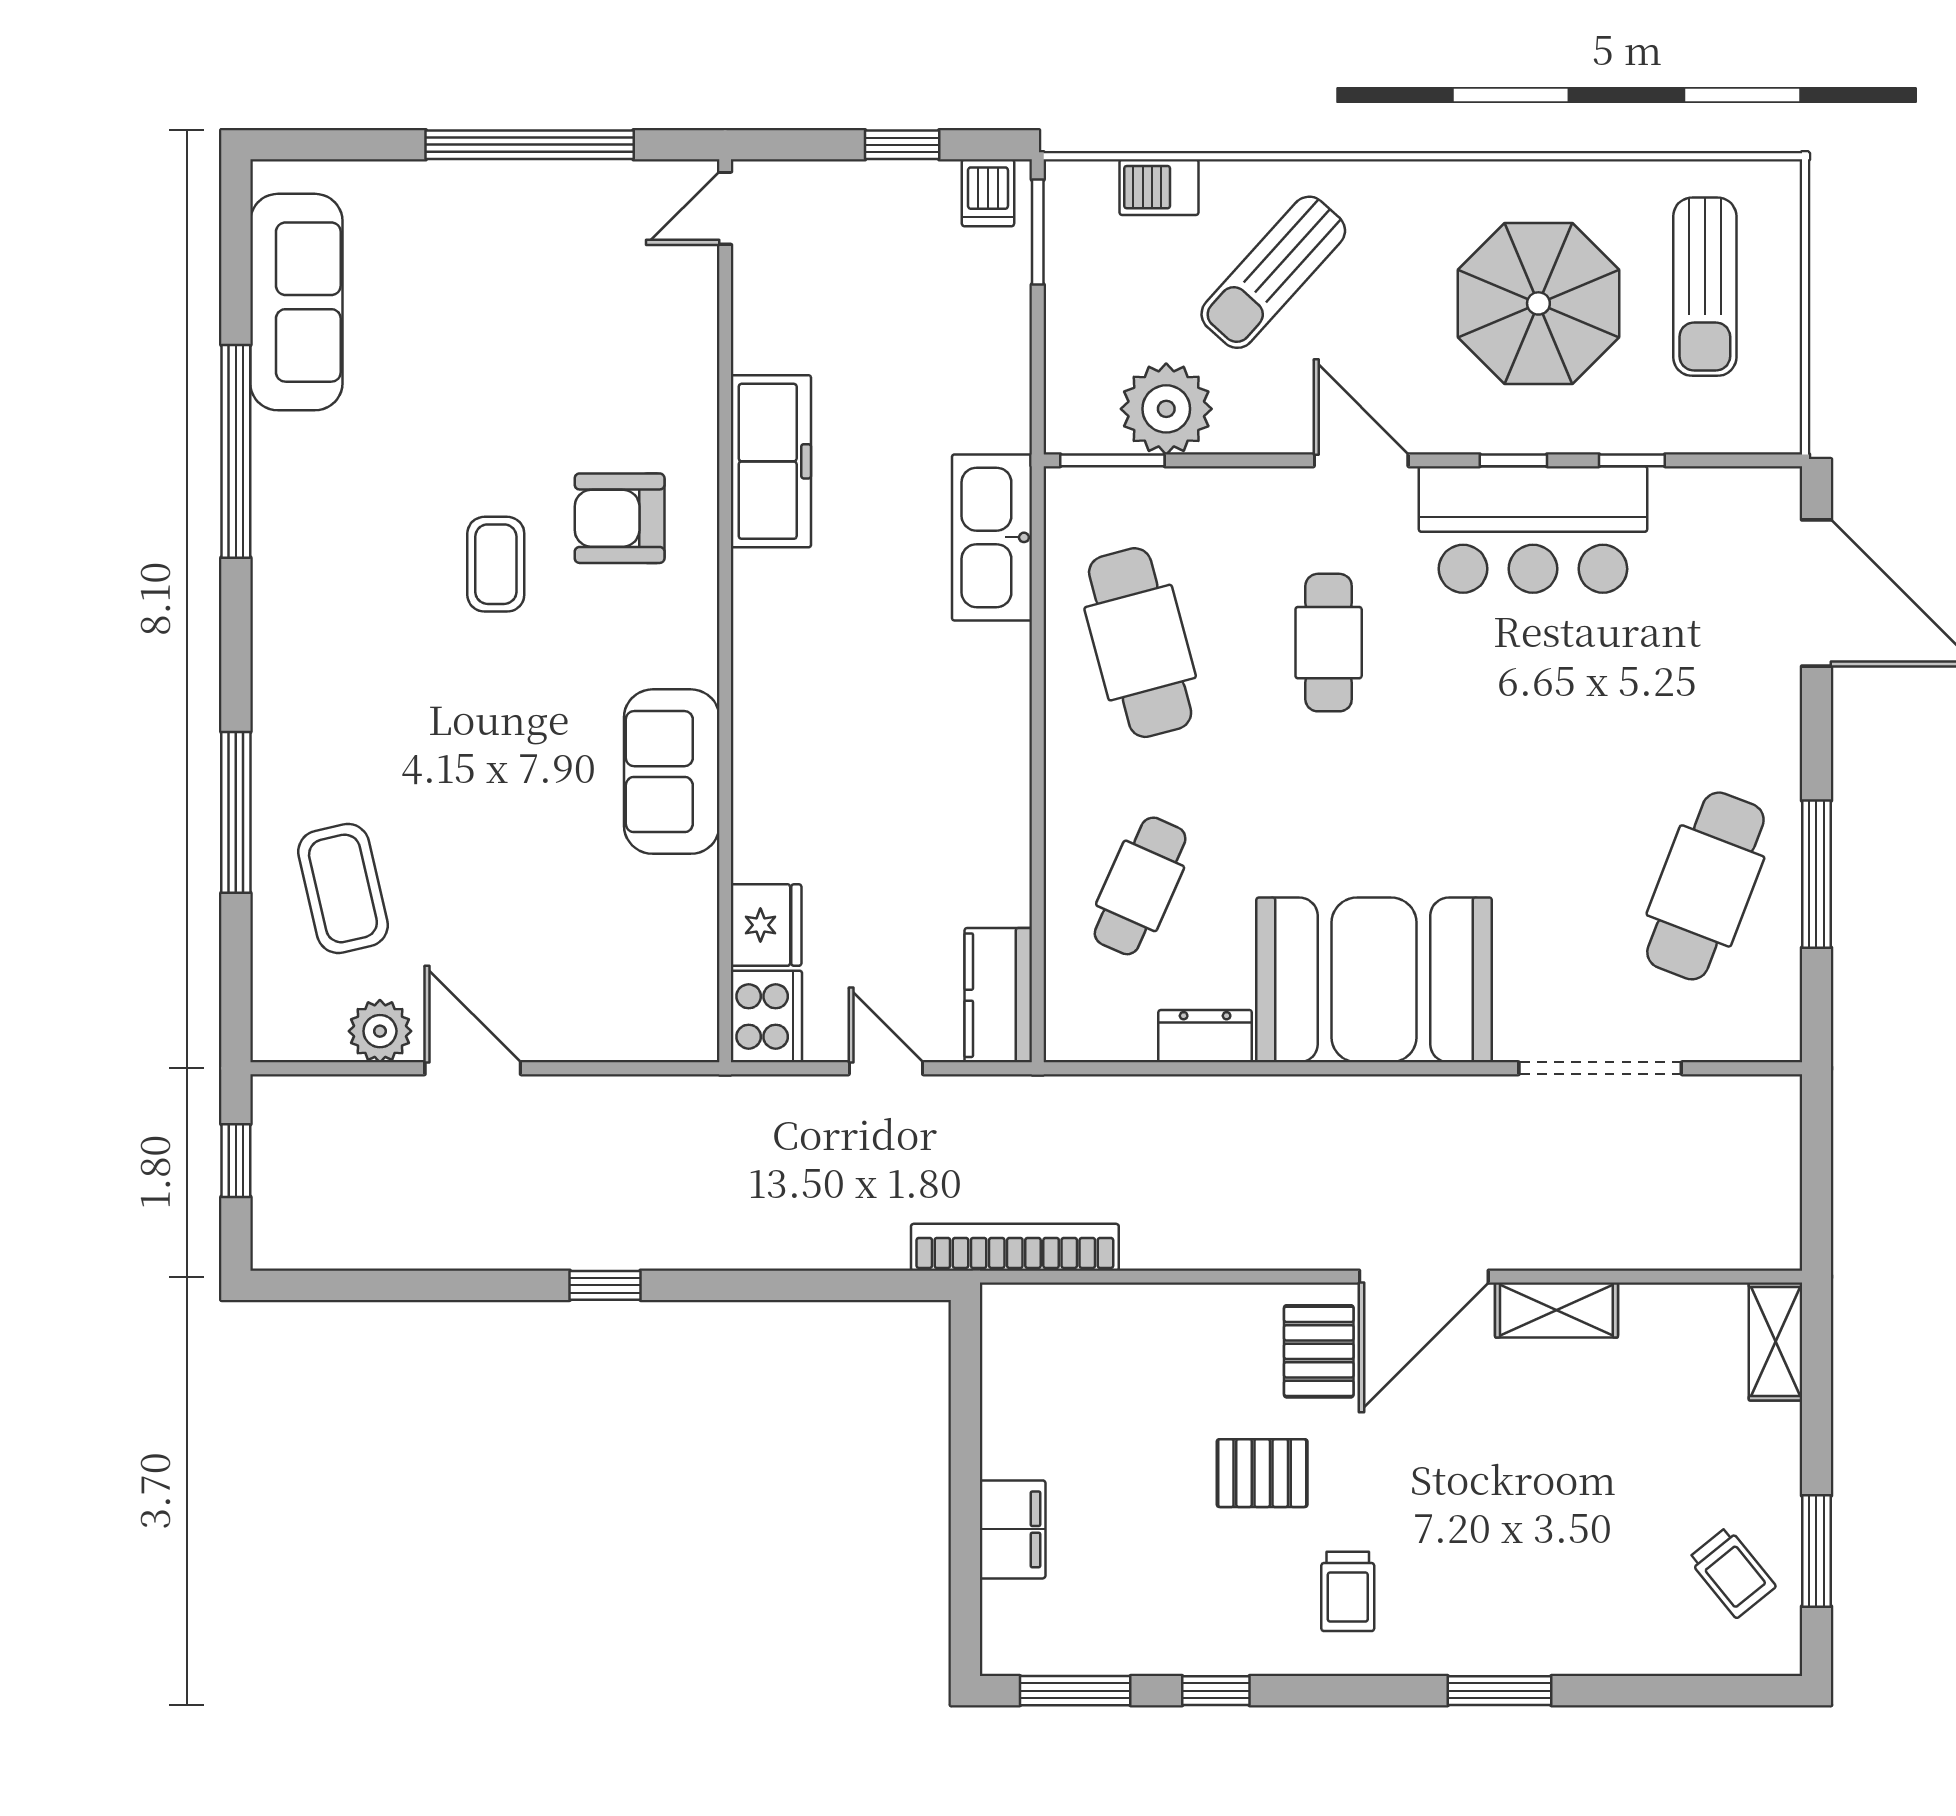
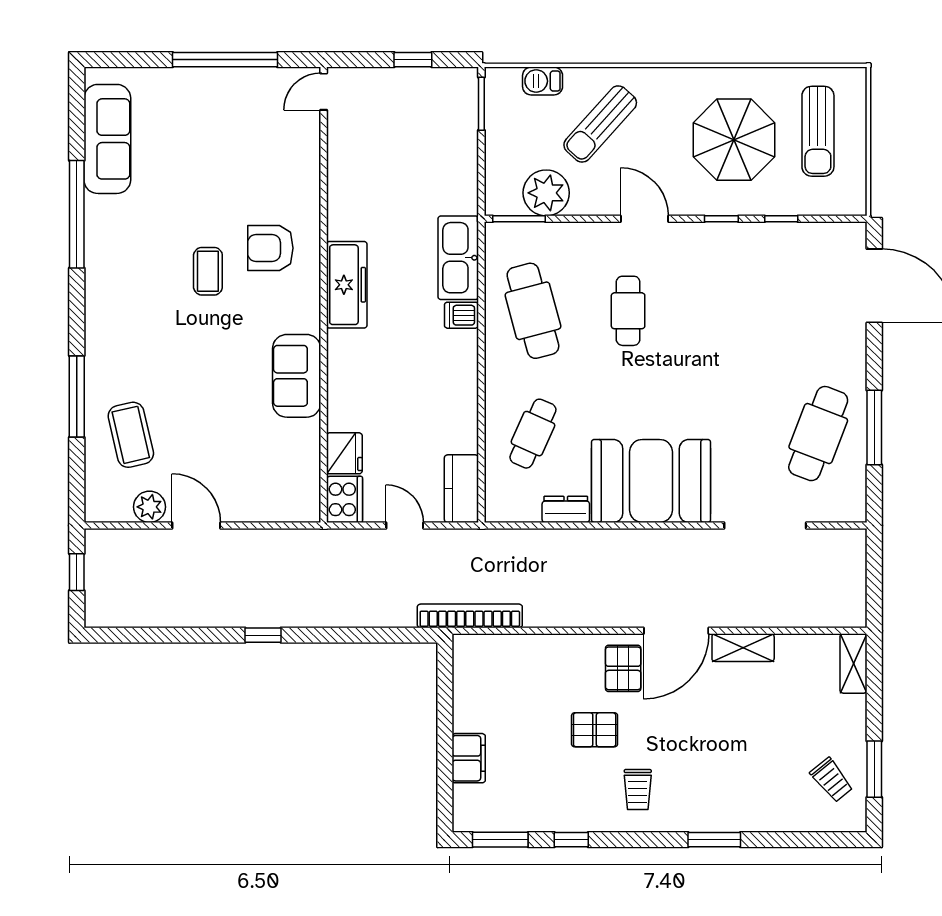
dishwasher: (988, 193) -> (461, 315), moved, turned 90
freezer: (771, 461) -> (347, 285), moved
bar counter: (1533, 529) -> (731, 254), removed

